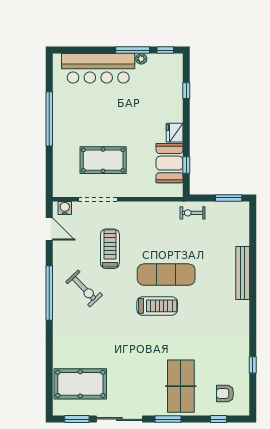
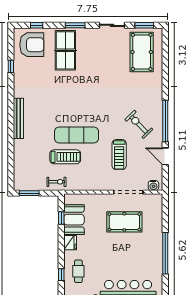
cafe table: (164, 95) -> (78, 271), added
door: (49, 229) -> (165, 156), moved
bench: (243, 273) -> (18, 118), moved
treadmill: (157, 306) -> (65, 157), moved, turned 180
pool table: (80, 384) -> (142, 52), turned 90
armchair: (225, 393) -> (32, 45), width x1.88, depth x1.88
sliding door: (119, 419) -> (112, 25), width x0.73

